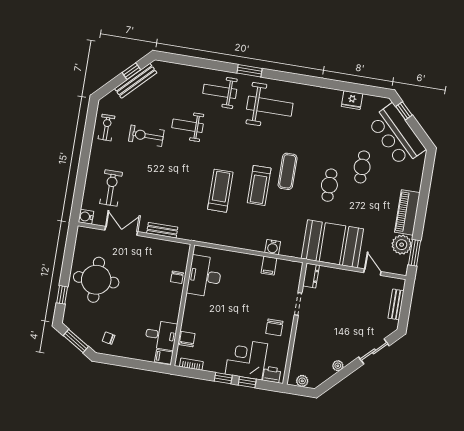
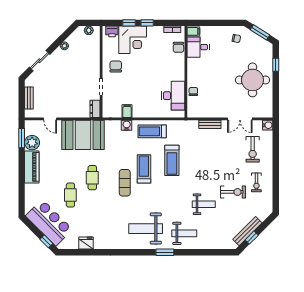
exercise bike: (106, 128) -> (256, 182), moved
treadmill: (240, 233) -> (152, 131), added

